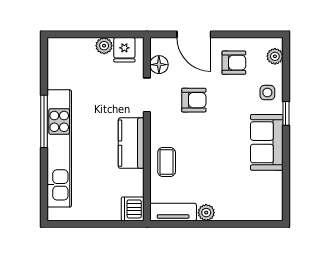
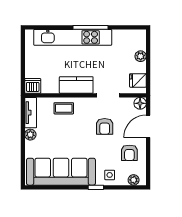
plant: (104, 46) -> (141, 56), moved
floor lamp: (159, 65) -> (140, 103), moved
sofa: (267, 142) -> (61, 172), width x1.85, depth x1.27

